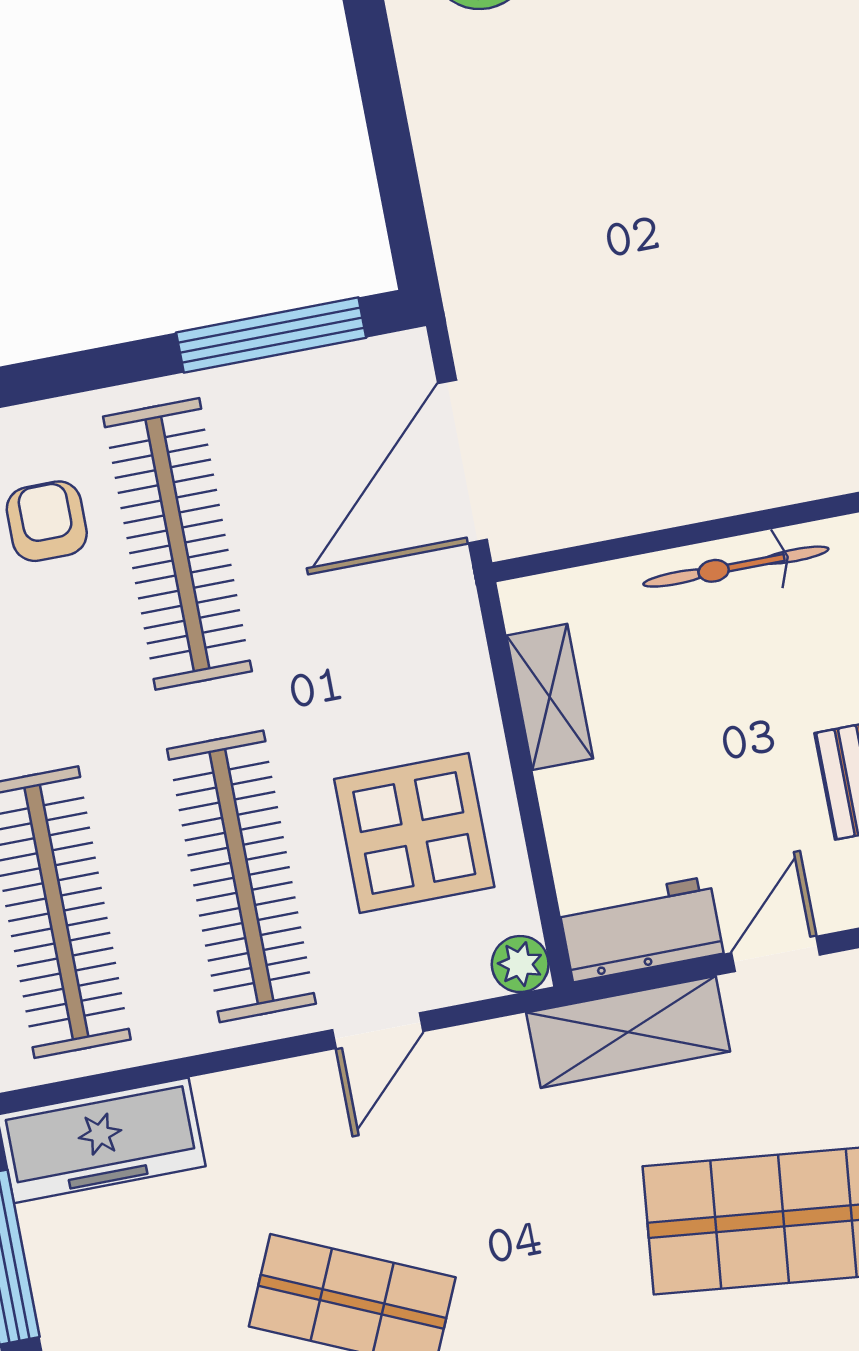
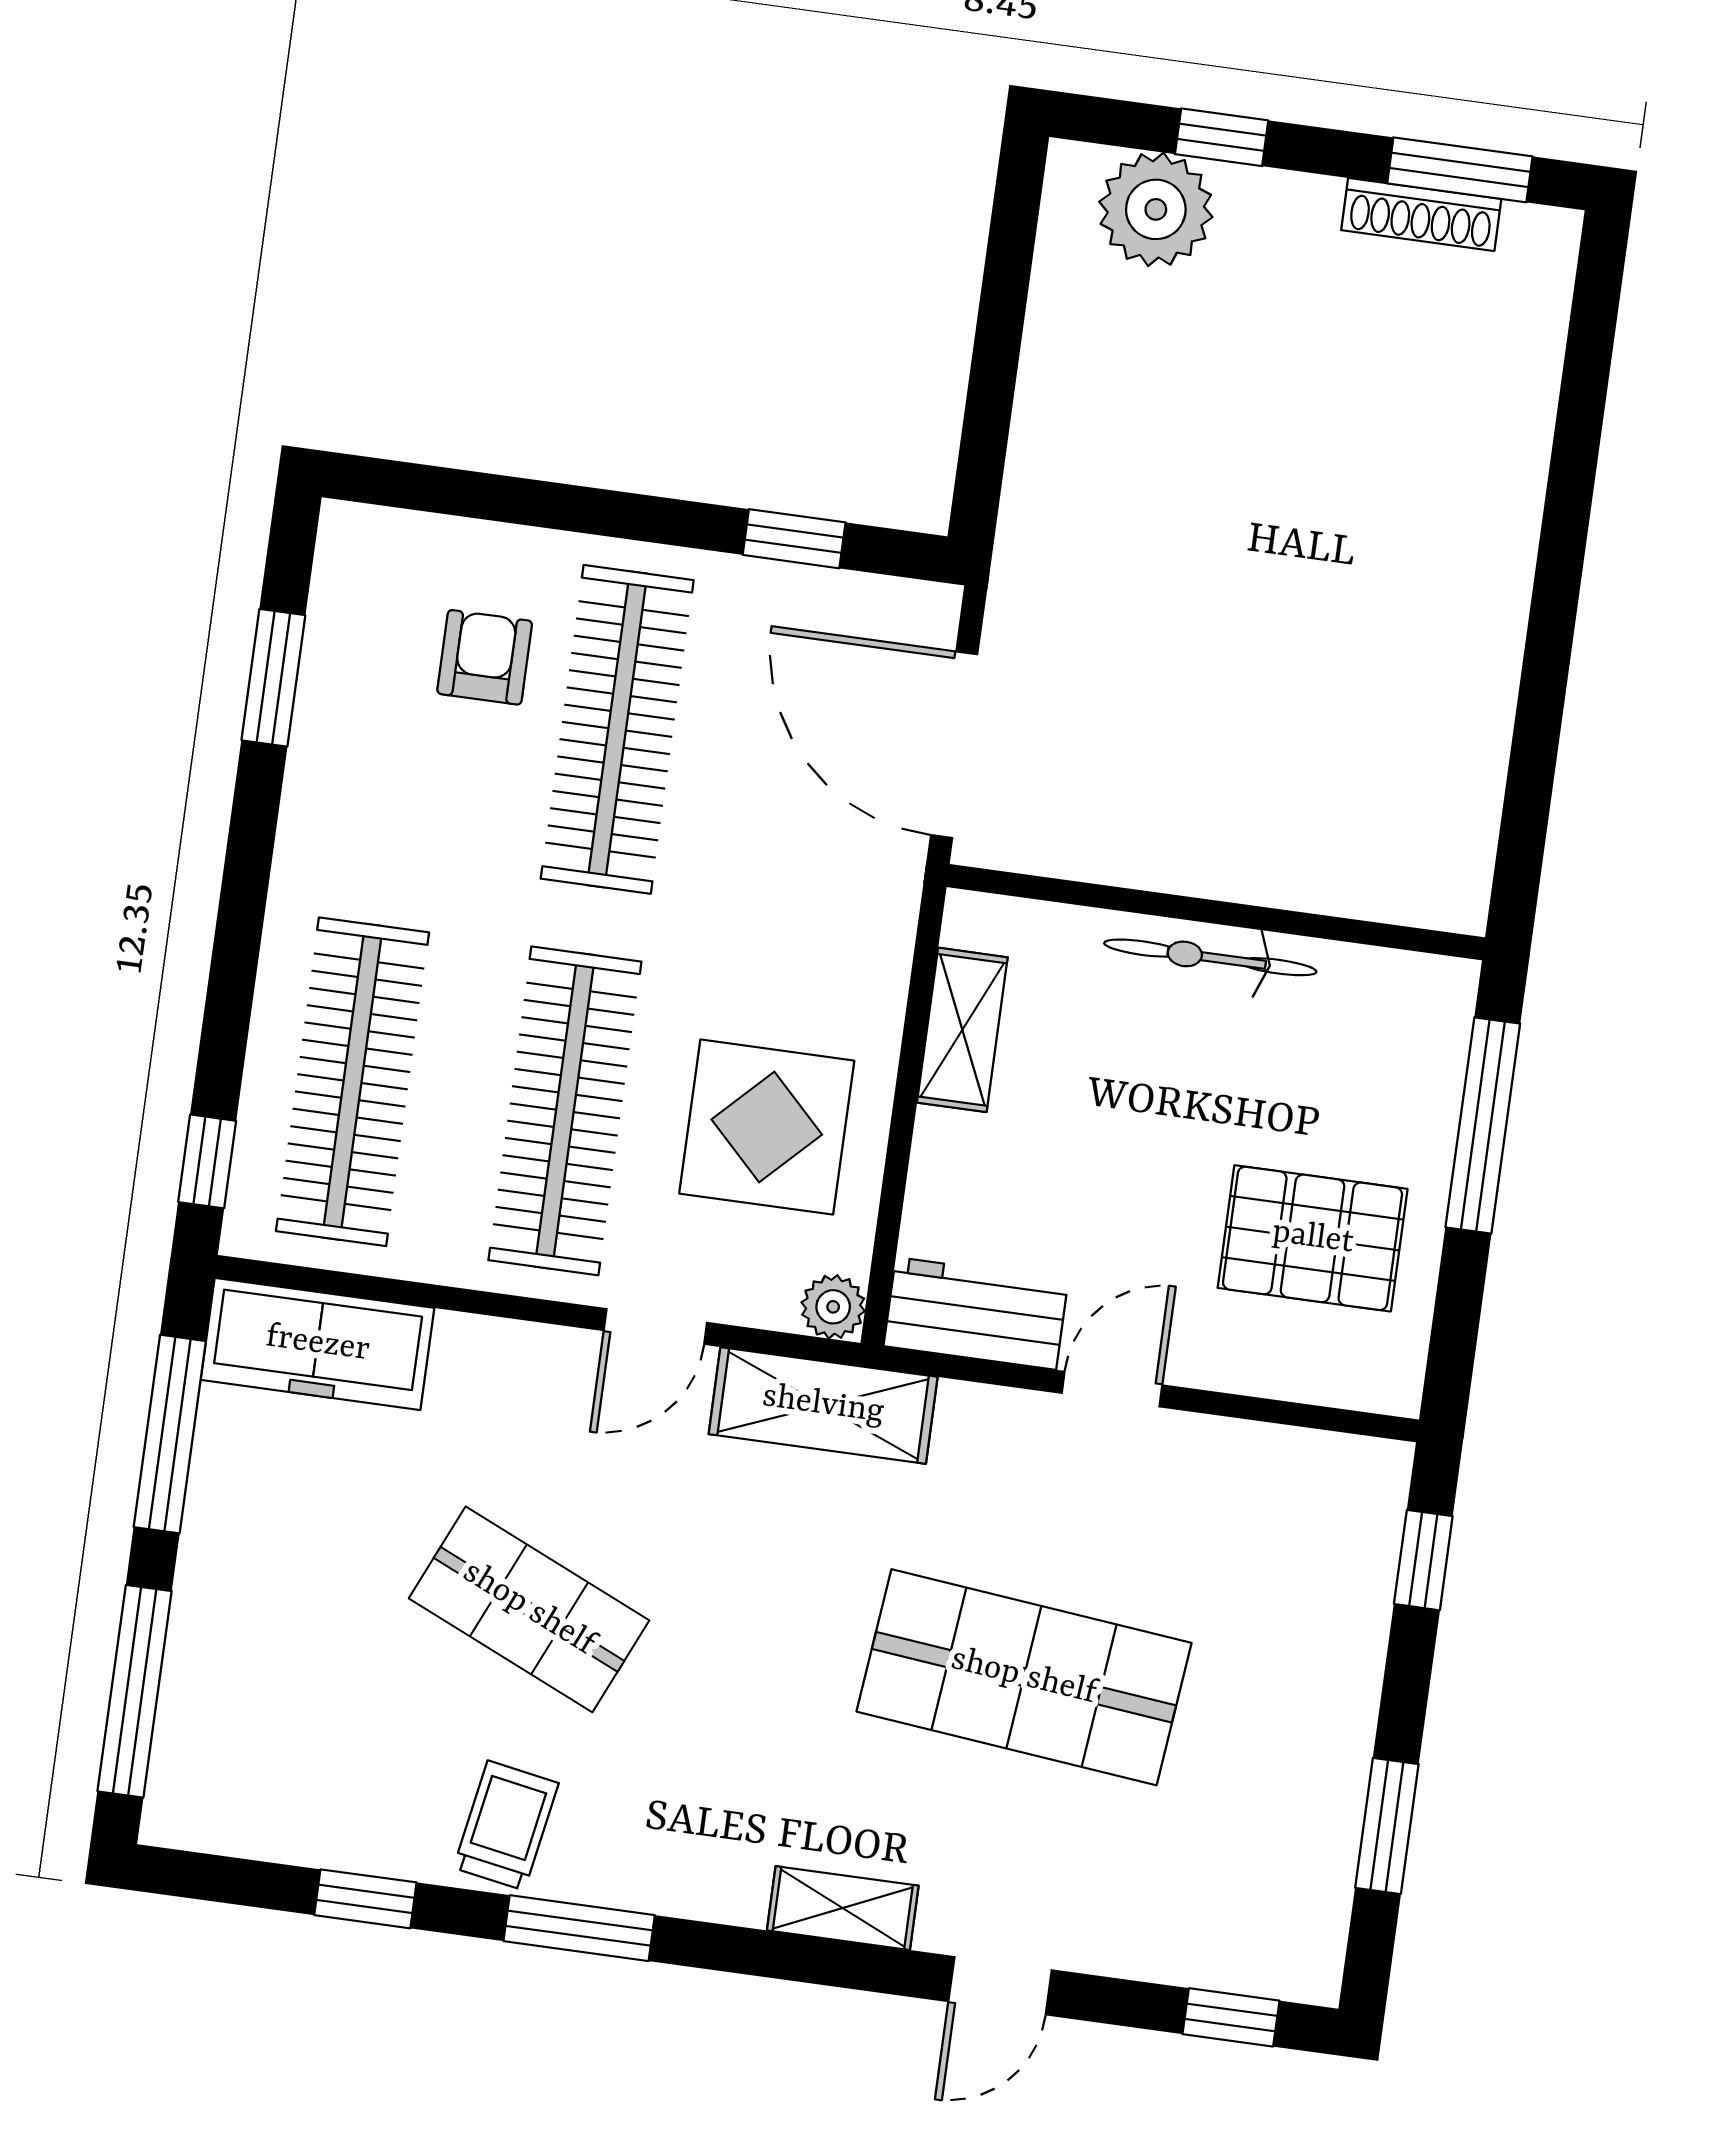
window: (271, 335) -> (794, 539), width x0.46
door: (463, 462) -> (954, 745), hinge flipped
shelving: (628, 1032) -> (823, 1405), moved

